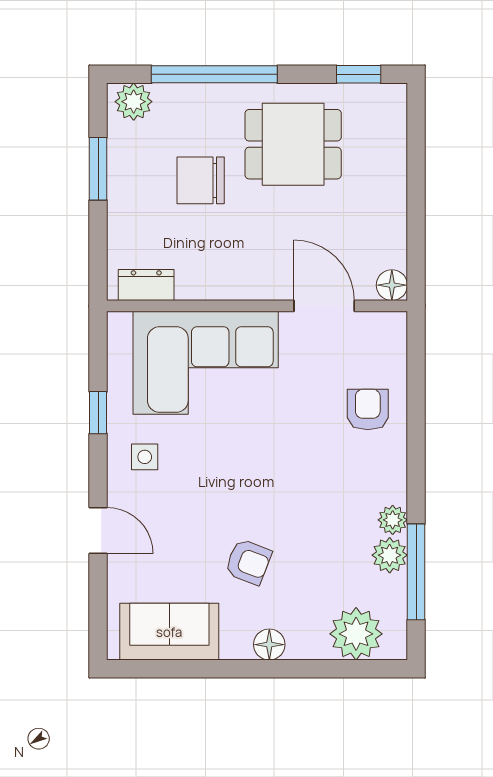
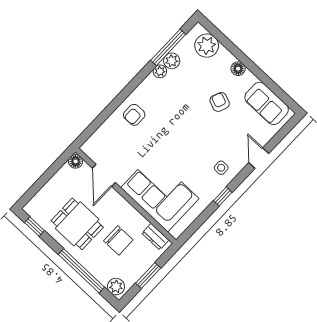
dresser: (146, 285) -> (155, 237), moved
floor lamp: (392, 285) -> (76, 161), moved
wall: (257, 306) -> (126, 196), moved
door: (324, 306) -> (104, 175), moved
corner sofa: (206, 363) -> (160, 193), moved

